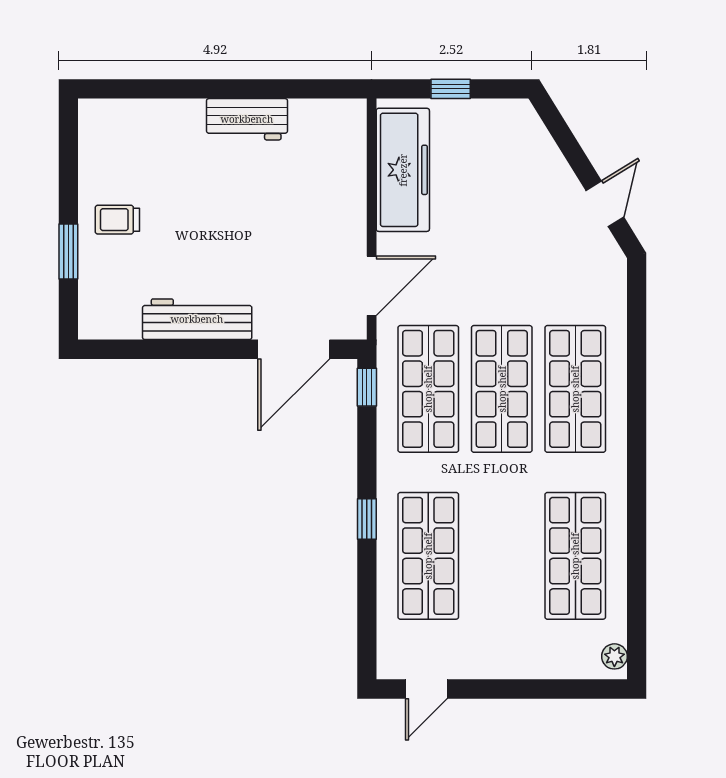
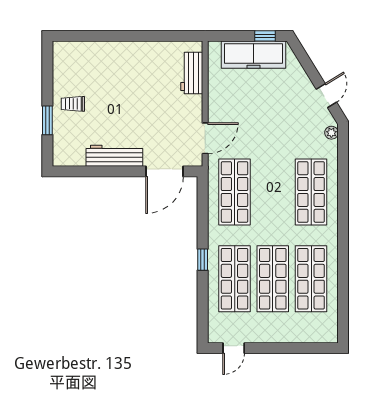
window: (451, 89) -> (265, 36), moved
workbench: (247, 119) -> (192, 73), moved, turned 90
freezer: (403, 170) -> (254, 55), moved, turned 90
window: (367, 387) -> (203, 191), removed
shop shelf: (502, 389) -> (273, 279), moved
plant: (614, 656) -> (331, 133), moved

